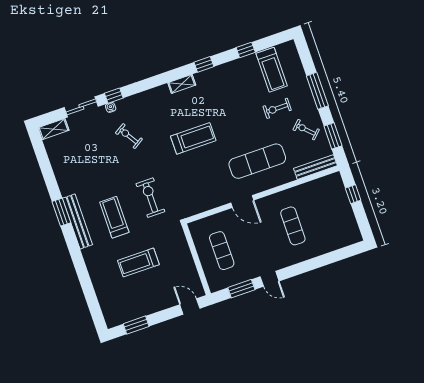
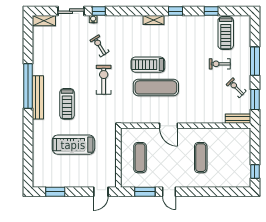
treadmill: (193, 138) -> (148, 65), turned 180
exercise mat: (257, 161) -> (156, 87), moved
bench: (315, 167) -> (238, 119), width x0.73
window: (353, 194) -> (255, 172), moved
exercise bike: (150, 198) -> (104, 80), moved
window: (61, 212) -> (28, 86), width x2.11
treadmill: (114, 217) -> (67, 104), turned 180
treadmill: (138, 262) -> (73, 145), width x1.37, depth x1.38
door: (190, 306) -> (101, 192), swing flipped

